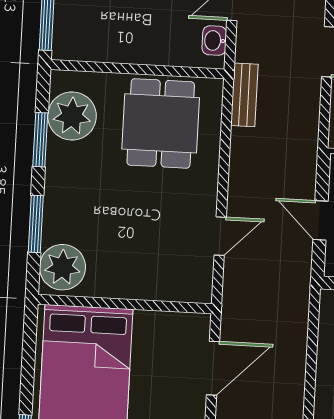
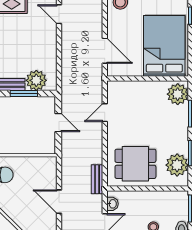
dining table: (161, 123) -> (135, 164), turned 90
door: (213, 368) -> (105, 51), swing flipped

